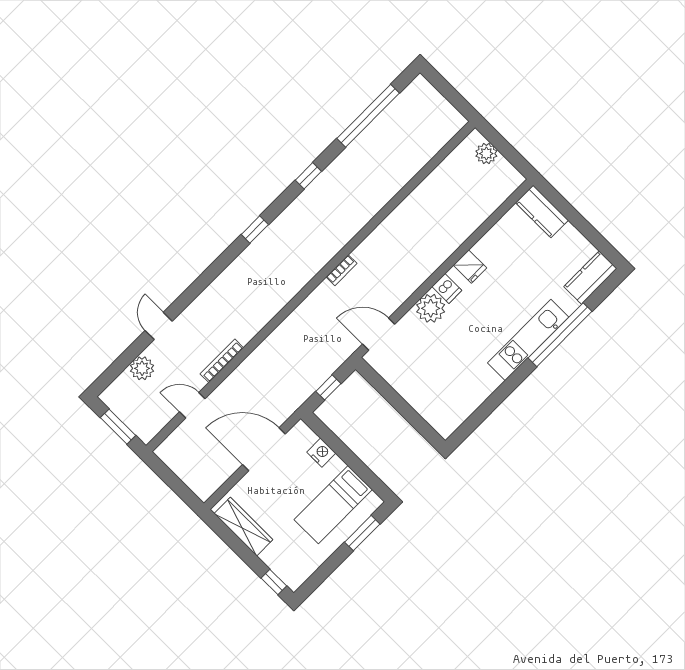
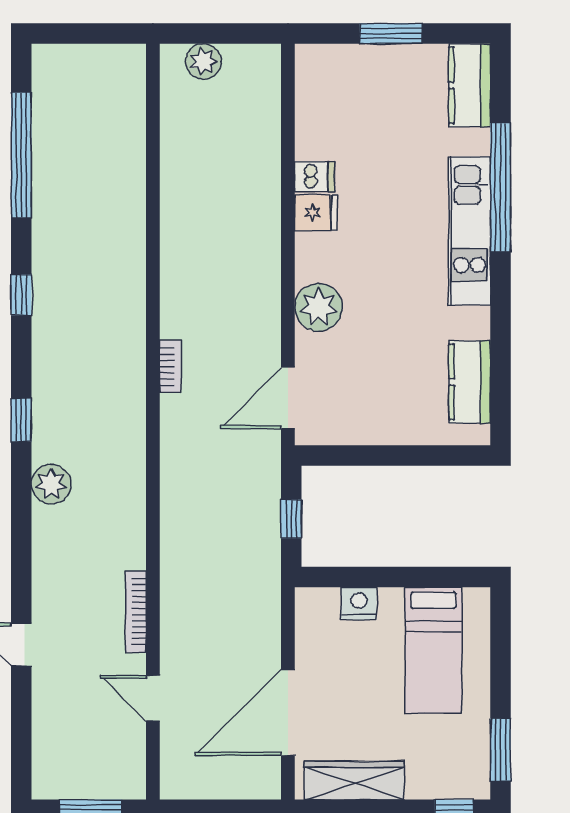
kitchen counter: (542, 211) -> (470, 382), moved, turned 90
window: (579, 222) -> (391, 33), added
dishwasher: (447, 288) -> (315, 177), moved
plant: (142, 368) -> (51, 484), moved
door: (192, 405) -> (153, 698), hinge flipped
door: (264, 449) -> (288, 712), moved
window: (362, 533) -> (501, 750), moved

